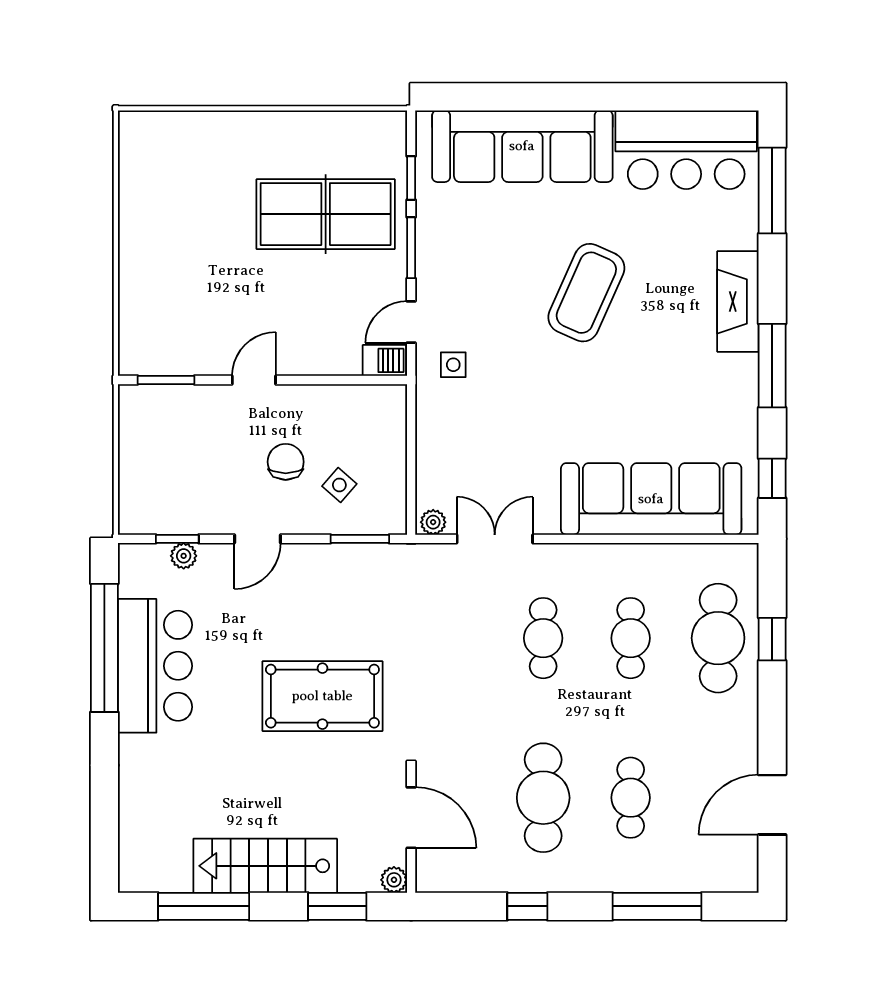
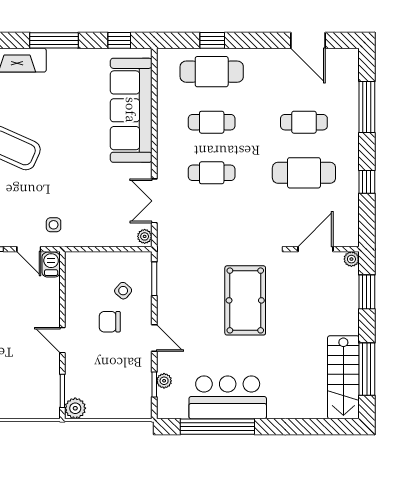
plant: (136, 402) -> (75, 408), added
stairs: (265, 866) -> (343, 377), moved

